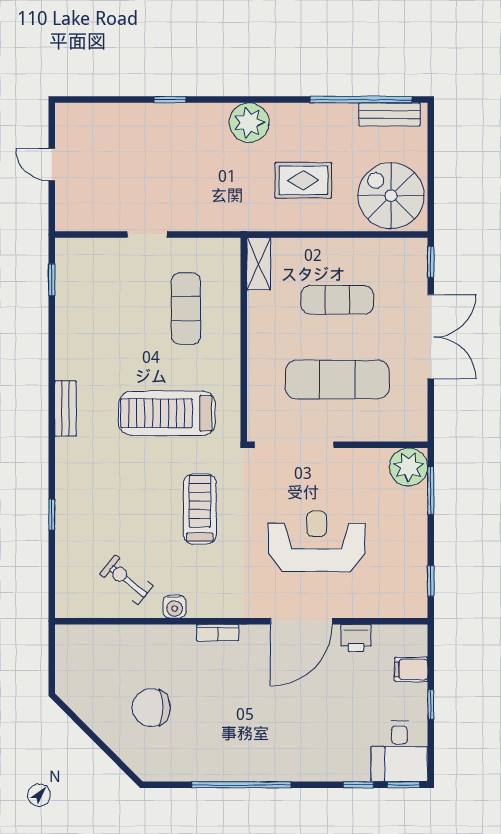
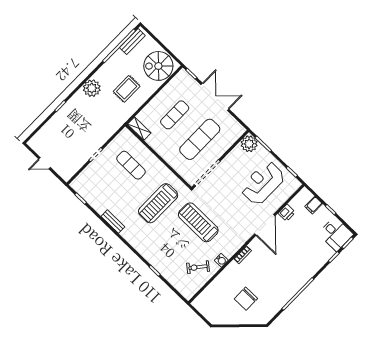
bench: (65, 408) -> (113, 222), moved
treadmill: (200, 509) -> (198, 222), width x1.37, depth x1.38
reception desk: (317, 541) -> (263, 183), moved

